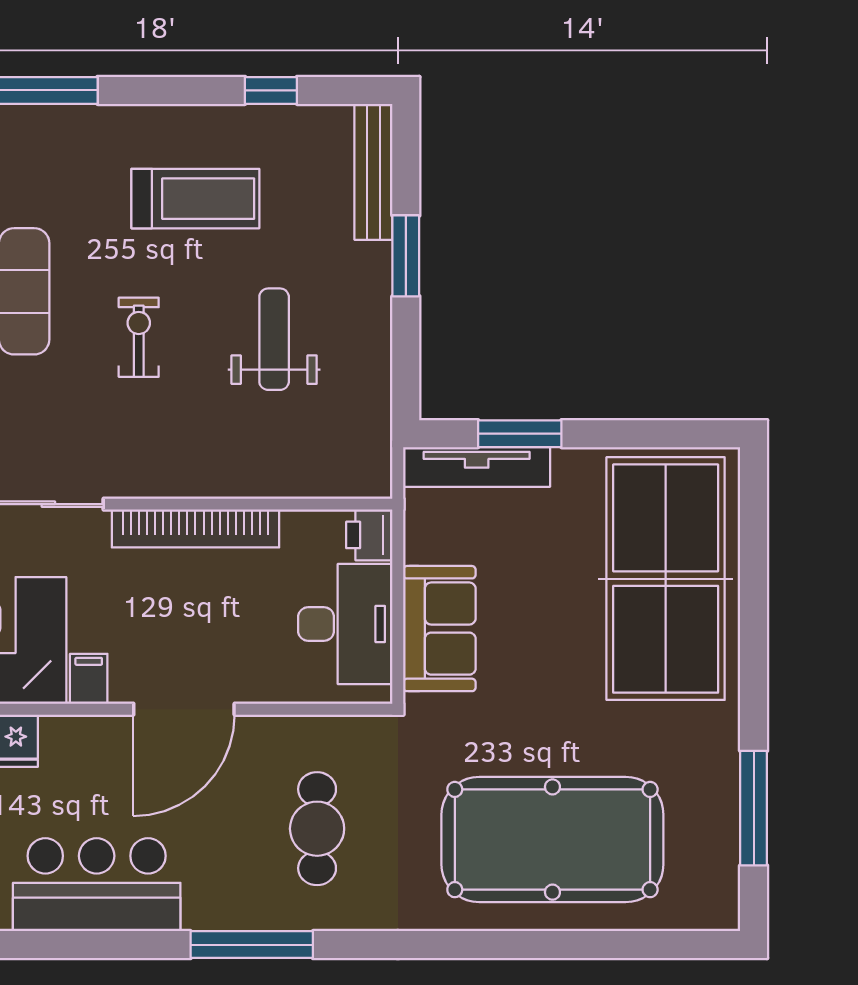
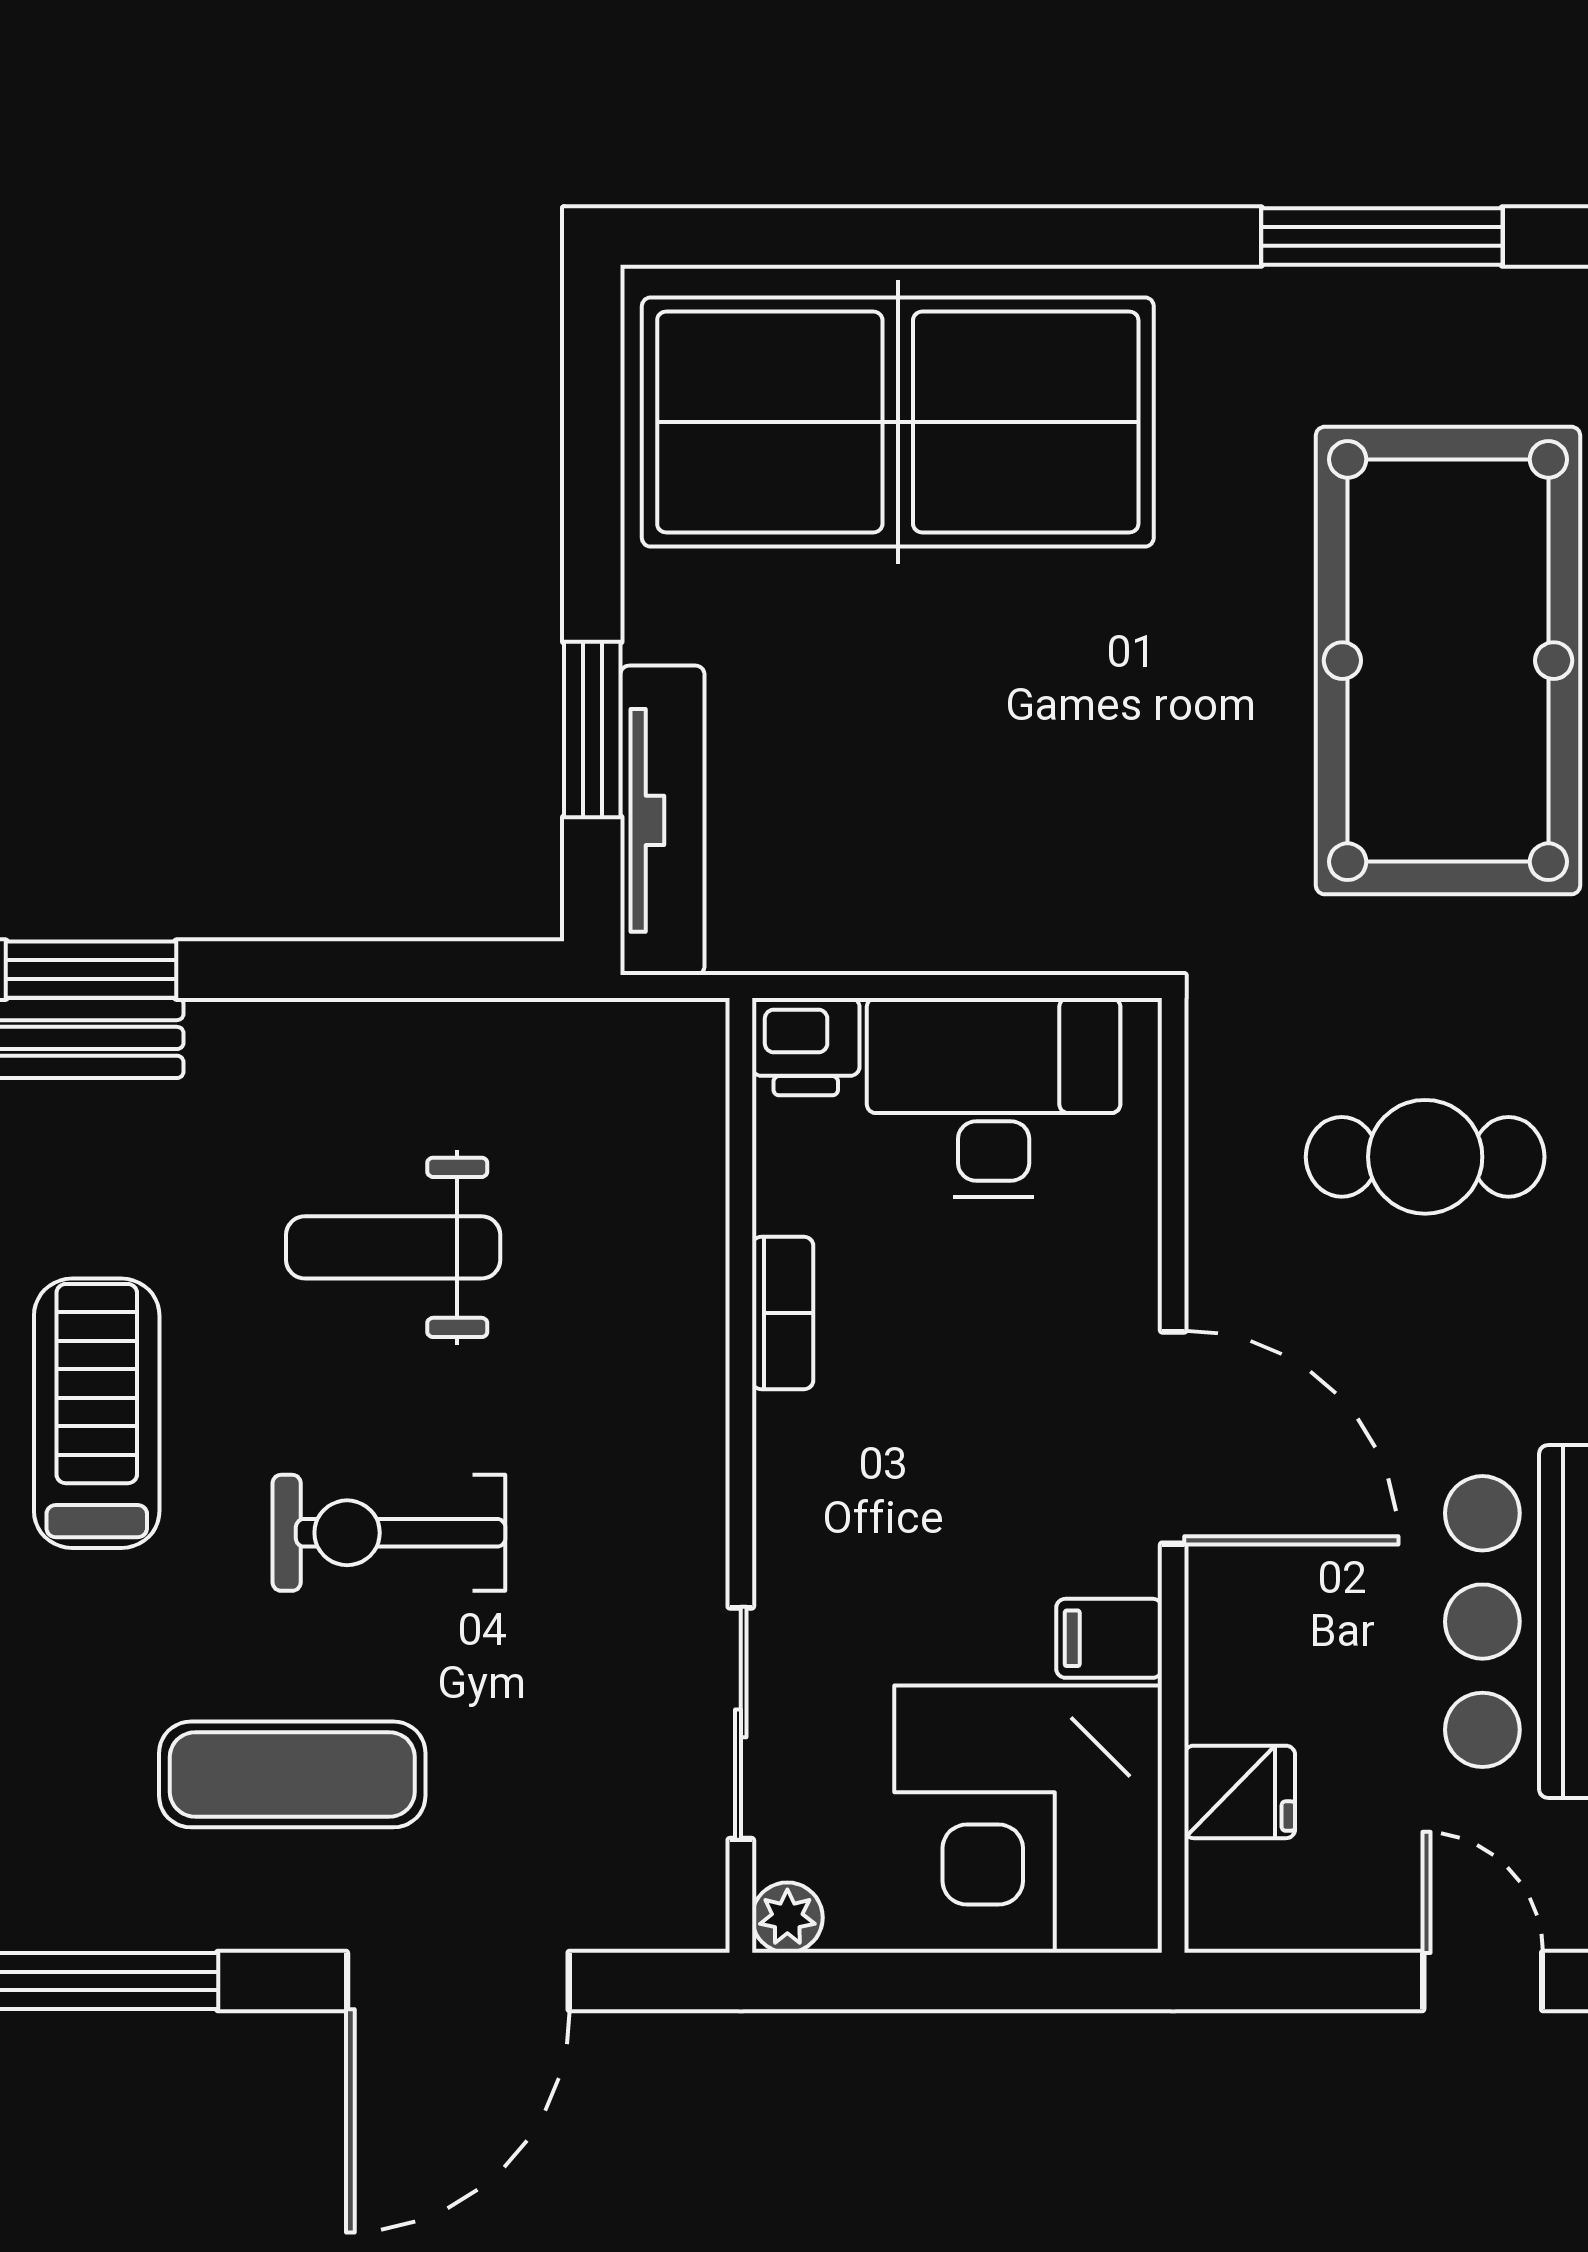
window: (406, 256) -> (91, 970), moved
exercise bike: (139, 337) -> (389, 1533), width x1.38, depth x1.39
bookcase: (195, 528) -> (783, 1313), width x0.43, depth x0.76
sofa: (439, 629) -> (1003, 899), removed

